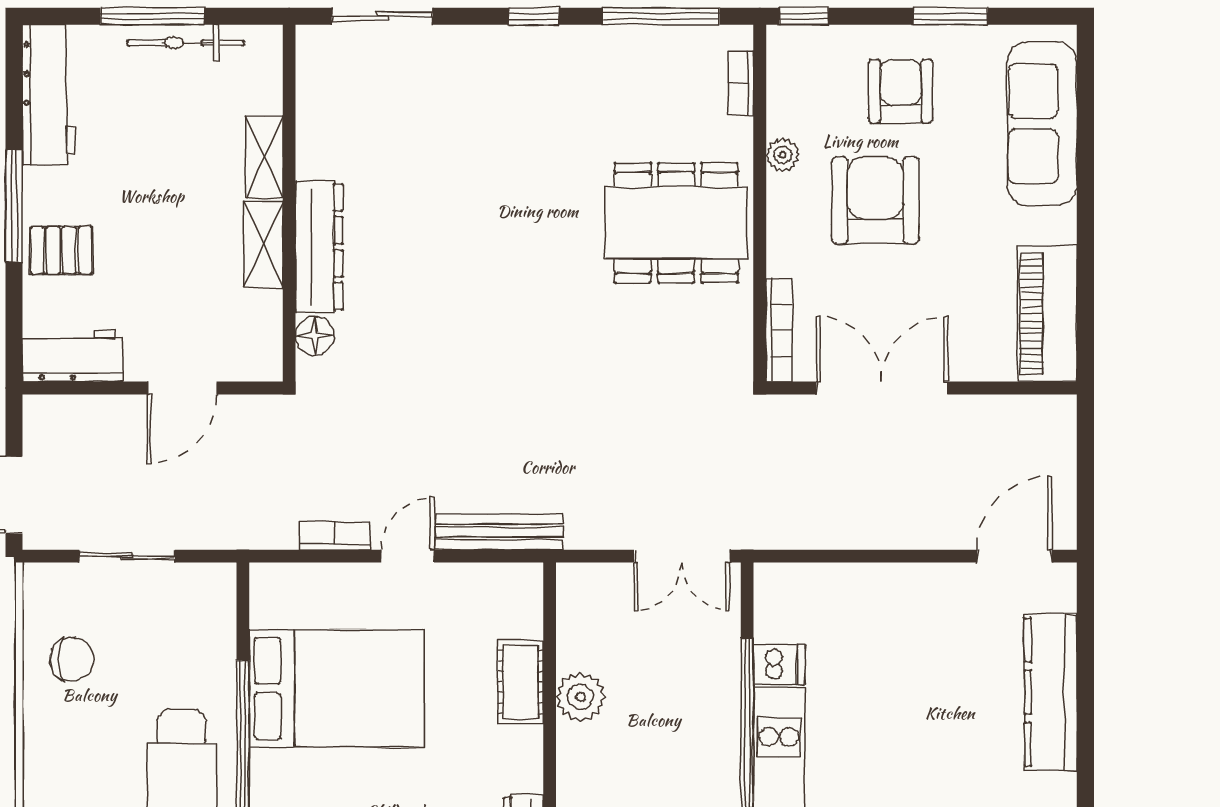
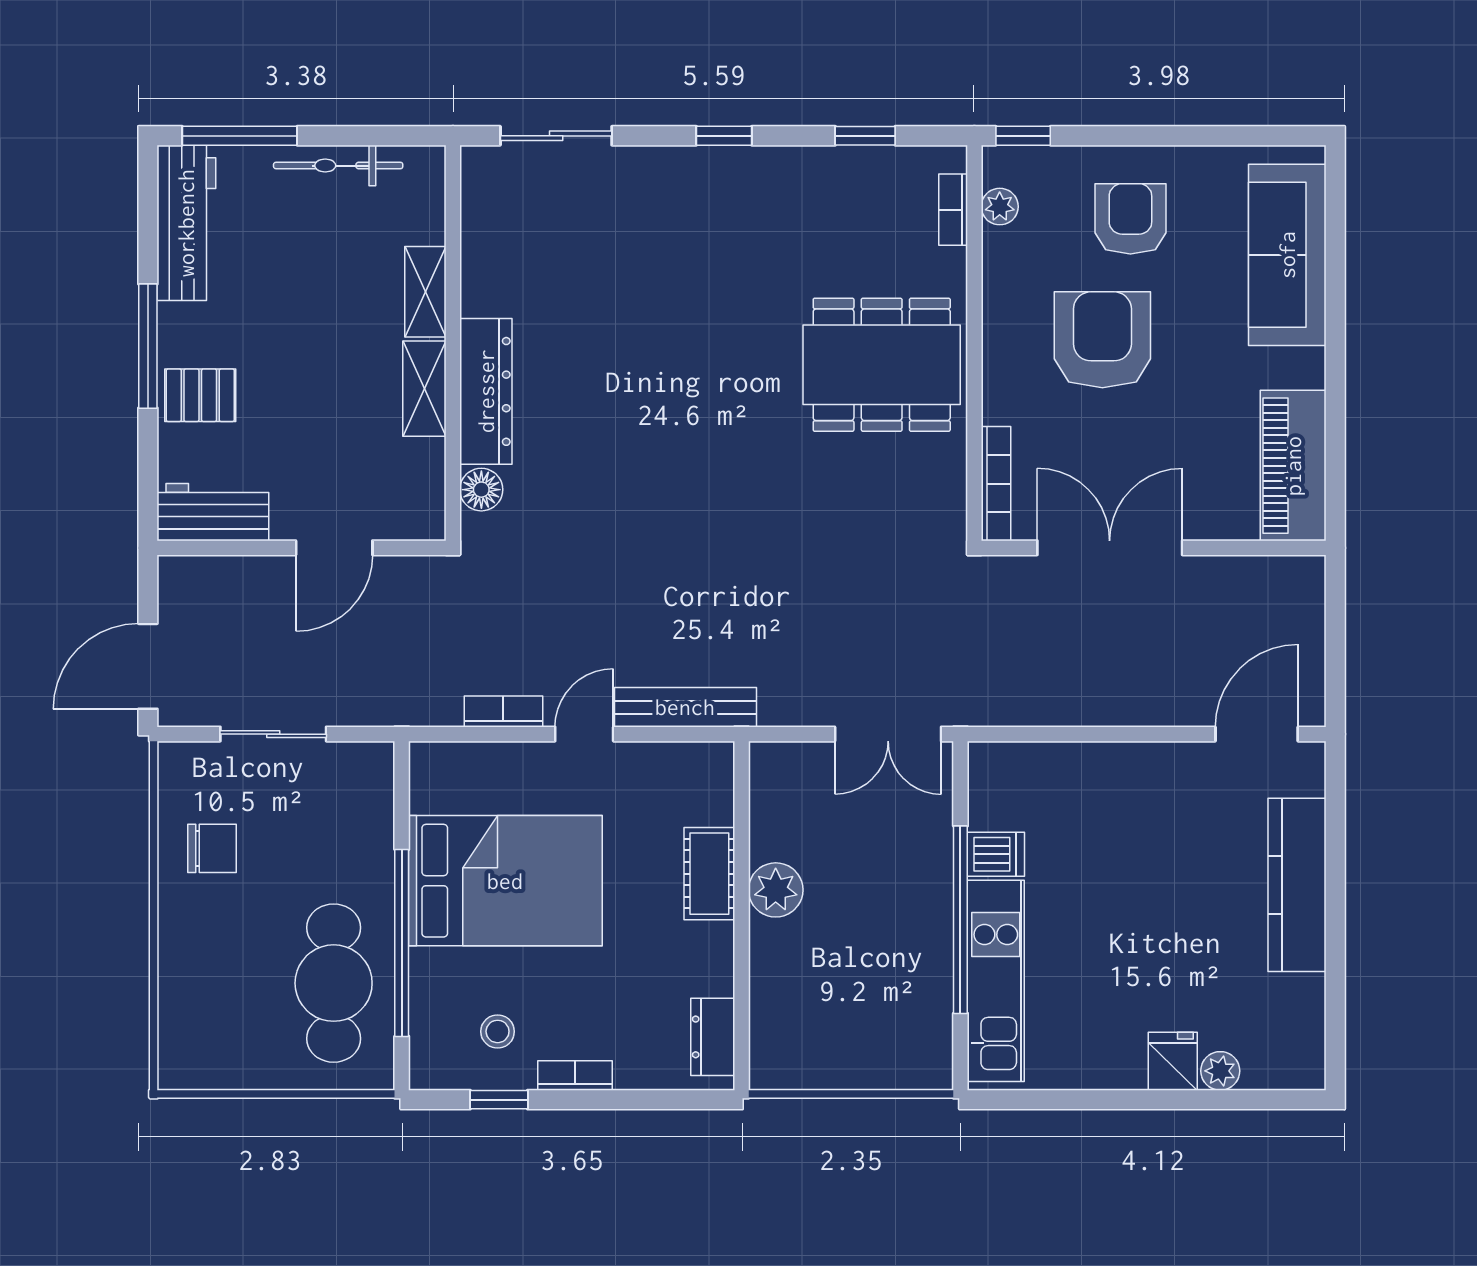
window: (152, 16) -> (240, 136), moved
window: (661, 16) -> (865, 136), width x0.46
window: (950, 16) -> (1186, 136), removed
plant: (783, 155) -> (1000, 207), moved

